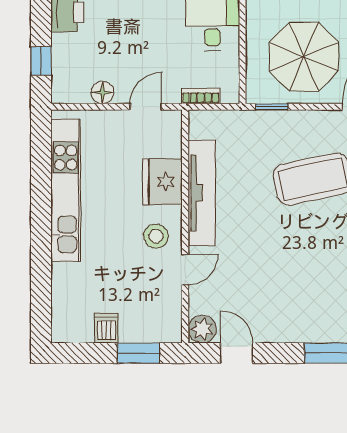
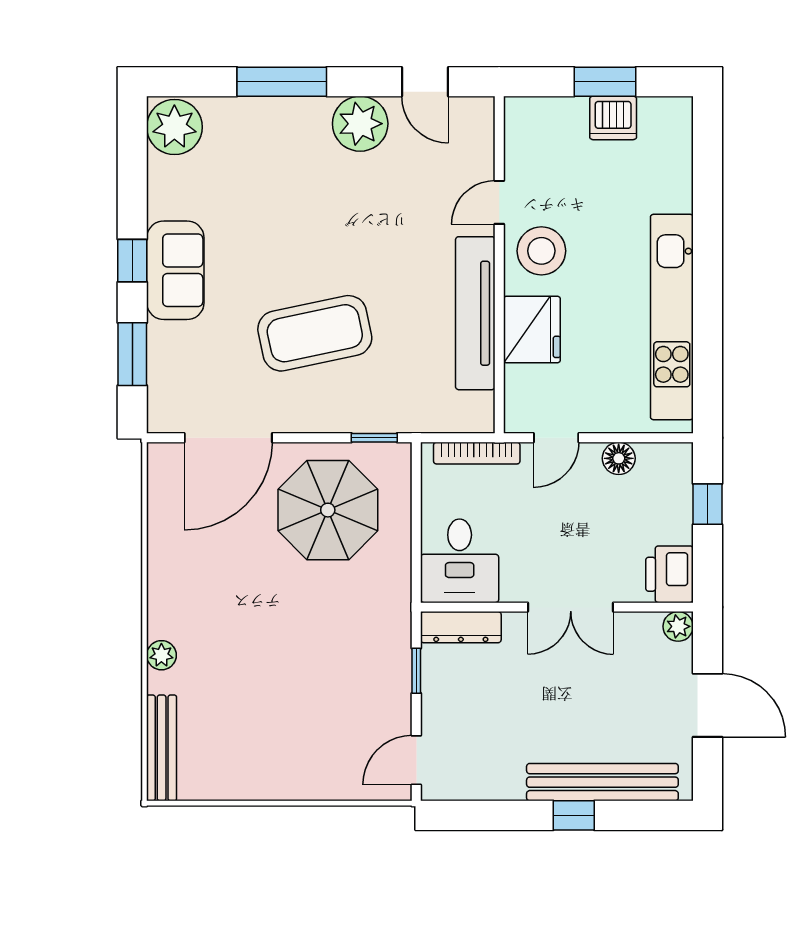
bookcase: (201, 96) -> (477, 453), width x1.56
stool: (156, 236) -> (541, 251), width x1.38, depth x1.38
dishwasher: (106, 328) -> (613, 118), width x1.38
plant: (202, 329) -> (360, 124), moved, width x1.36, depth x1.36
window: (138, 353) -> (605, 82), moved

